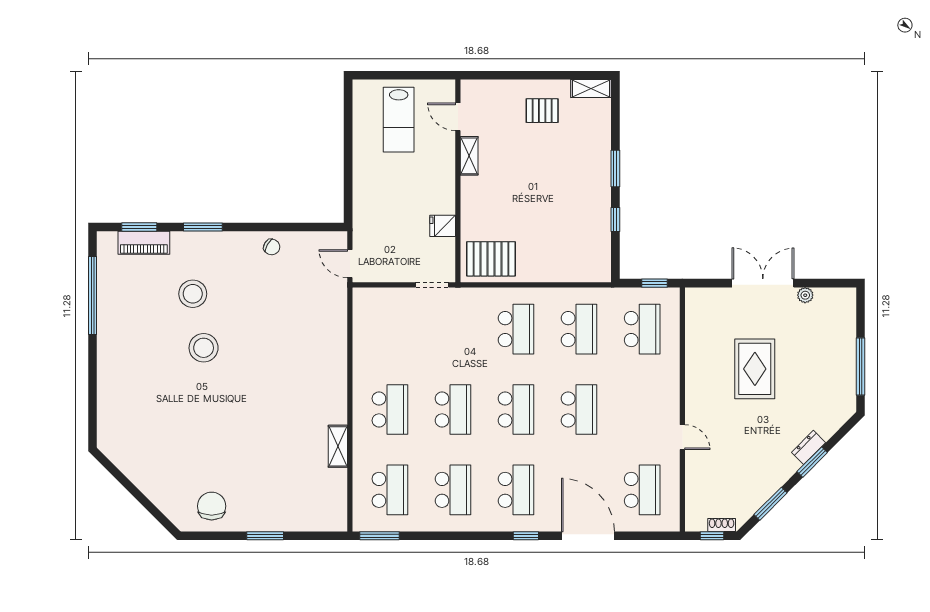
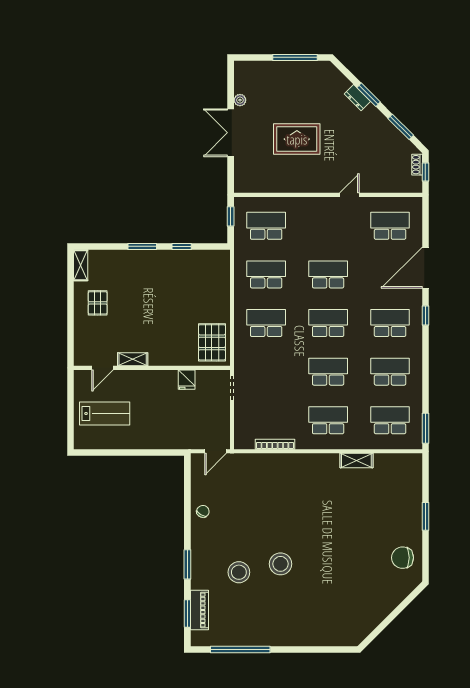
bookcase: (359, 341) -> (275, 444), added

